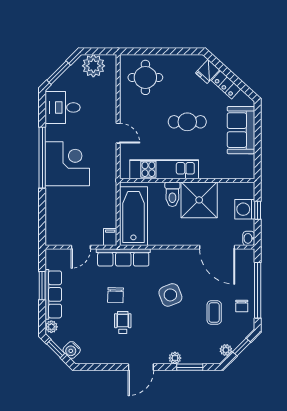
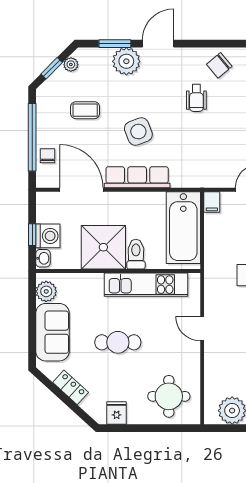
fridge: (208, 71) -> (117, 413), moved, turned -42
plant: (246, 164) -> (46, 291), added
washbasin: (249, 238) -> (43, 258), moved
row of seats: (123, 257) -> (137, 177), moved
chair: (115, 295) -> (219, 65), moved, turned -132
chair: (242, 306) -> (48, 156), moved
coffee table: (214, 313) -> (85, 110), turned 90
plant: (175, 358) -> (126, 61), width x1.87, depth x1.87
door: (141, 367) -> (158, 44), moved

